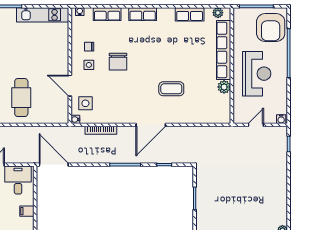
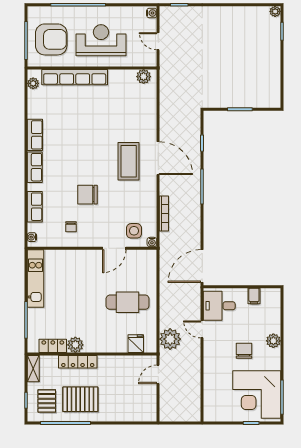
row of seats: (190, 14) -> (35, 135), moved
armchair: (271, 27) -> (51, 39), moved
chair: (118, 62) -> (88, 195), turned 180
side table: (89, 65) -> (91, 227), removed
plant: (224, 87) -> (144, 77), moved
coffee table: (171, 89) -> (129, 161), moved, width x1.36, depth x1.32

